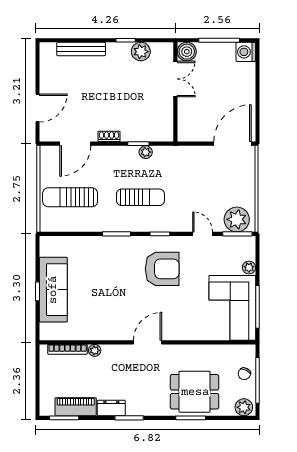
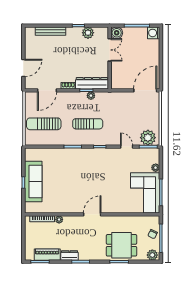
dresser: (147, 132) -> (92, 83), added
armchair: (162, 269) -> (101, 169), removed

